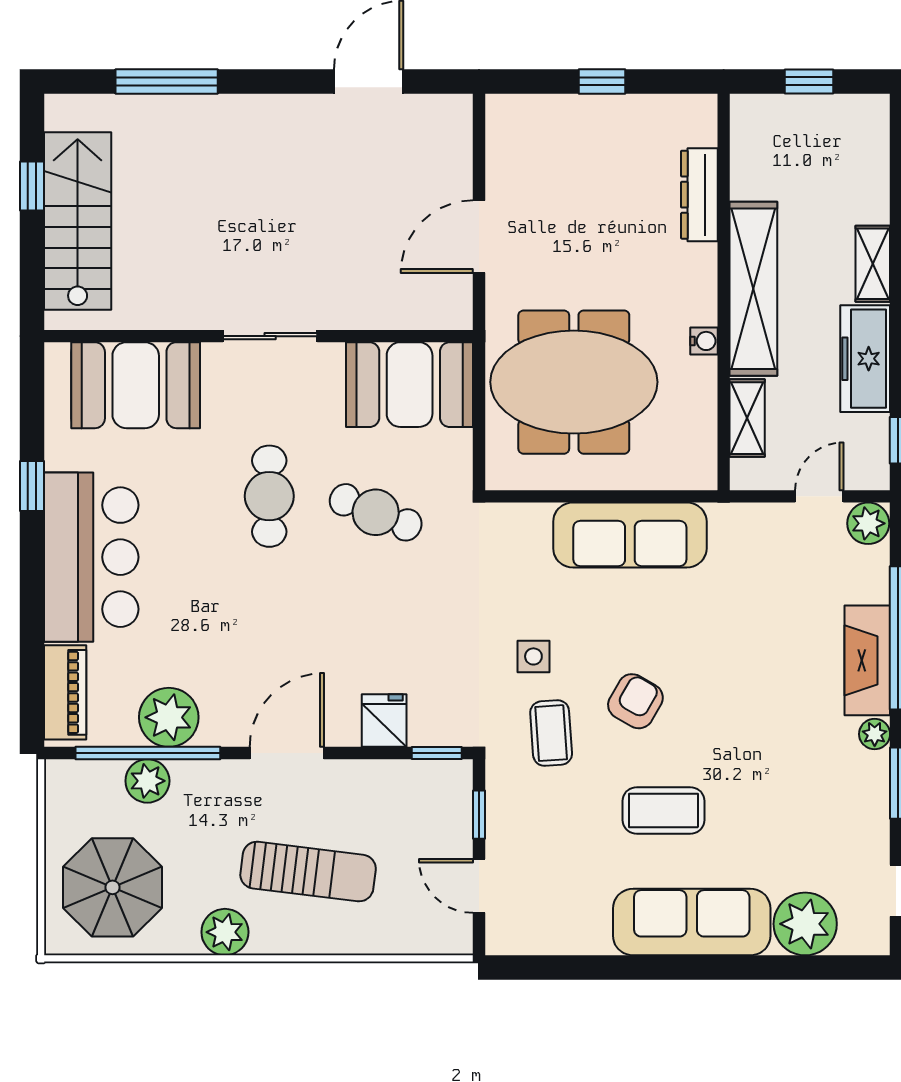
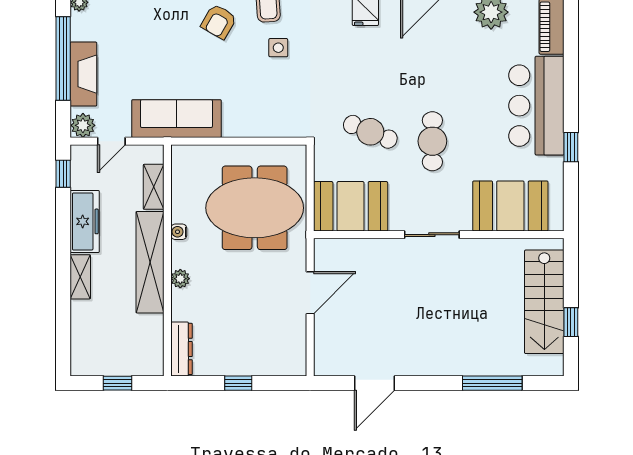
dresser: (699, 195) -> (181, 349), moved
plant: (701, 261) -> (180, 279), added
sofa: (630, 535) -> (176, 119), moved
fireplace: (867, 660) -> (83, 74), moved

